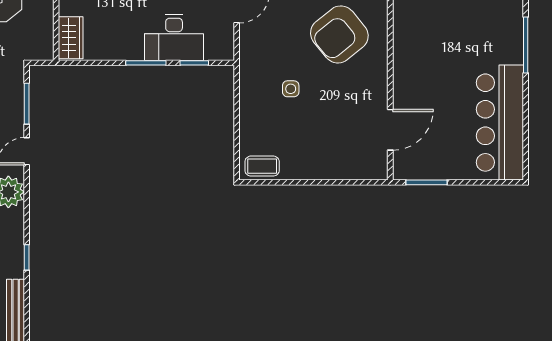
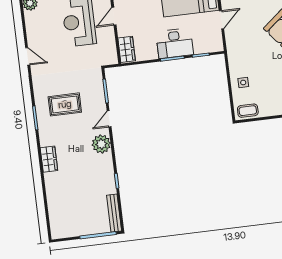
desk: (174, 37) -> (175, 43), moved
side table: (291, 89) -> (243, 82), moved

